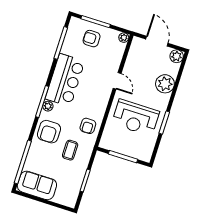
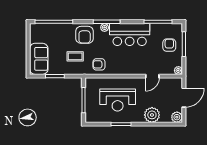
door: (117, 81) -> (152, 76), moved
reception desk: (135, 118) -> (118, 100), turned -90
armchair: (49, 132) -> (85, 35), turned -90
sofa: (37, 185) -> (39, 59), moved

